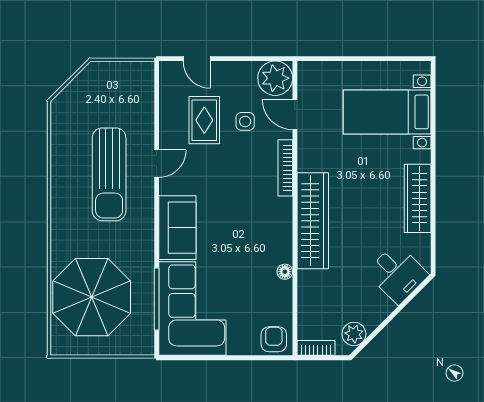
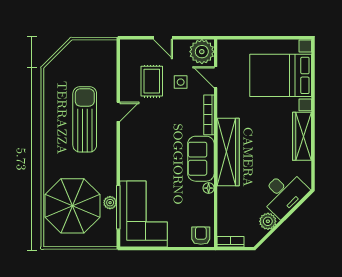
door: (197, 59) -> (163, 38), moved
bed with nightstands: (387, 112) -> (281, 75), width x1.36
sun lounger: (109, 174) -> (85, 119), turned 180
sofa: (177, 228) -> (201, 159), moved, turned 180
desk: (397, 274) -> (284, 193), width x1.37
plant: (145, 293) -> (110, 203), added
plant: (354, 334) -> (268, 221), moved

